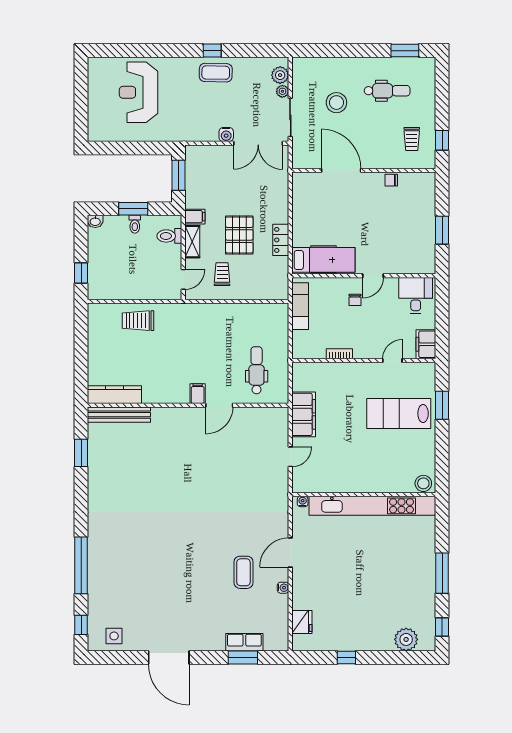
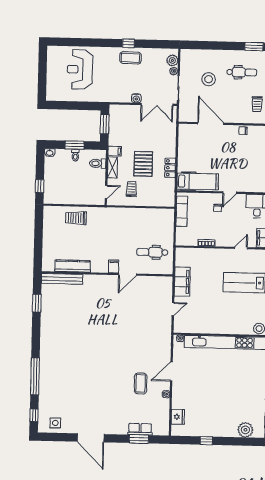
dental chair: (257, 370) -> (152, 252), turned -90
kitchen counter: (114, 395) -> (73, 266), moved

